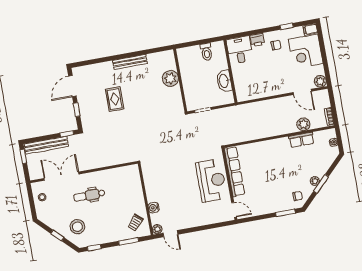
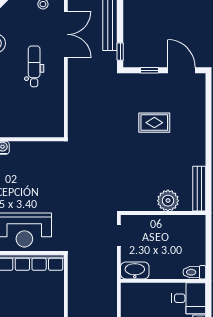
toilet: (206, 52) -> (194, 272), moved
bench: (130, 62) -> (199, 189), moved
washbasin: (224, 81) -> (135, 270), moved

